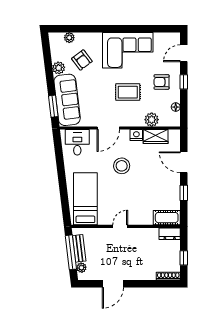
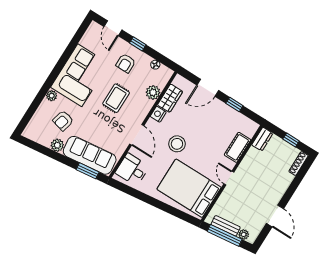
plant: (69, 38) -> (52, 96), moved
armchair: (82, 60) -> (63, 121), turned 141
bed: (85, 199) -> (189, 188), width x1.50
cot: (167, 218) -> (238, 147), moved

